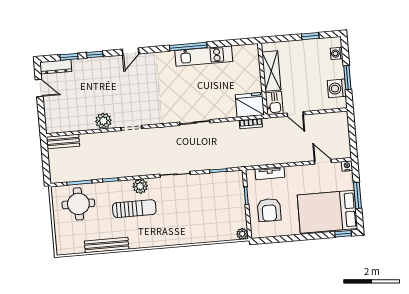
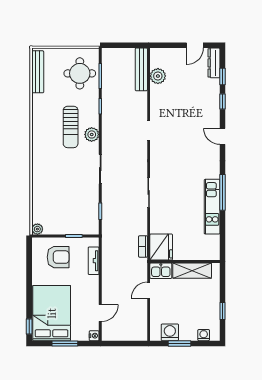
plant: (103, 121) -> (158, 76), moved
bench: (63, 141) -> (141, 69), width x1.36
armchair: (269, 210) -> (58, 257), turned 180
bench: (107, 245) -> (38, 72), moved

